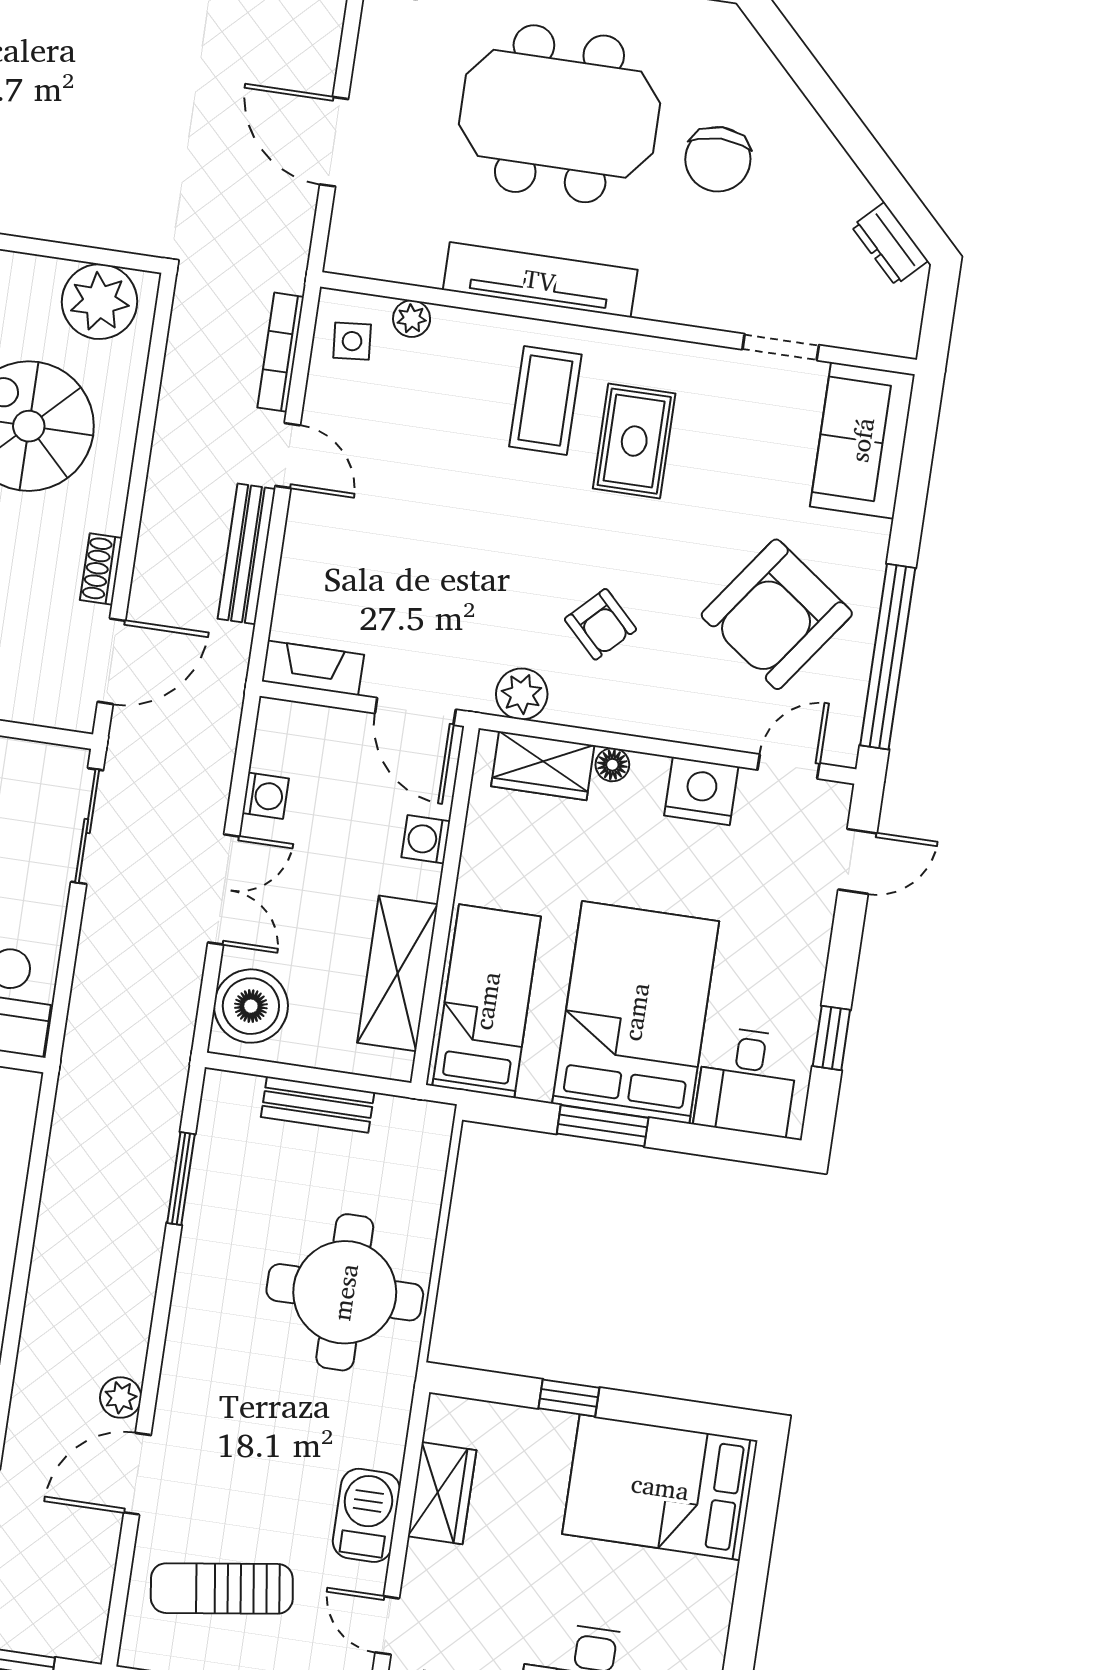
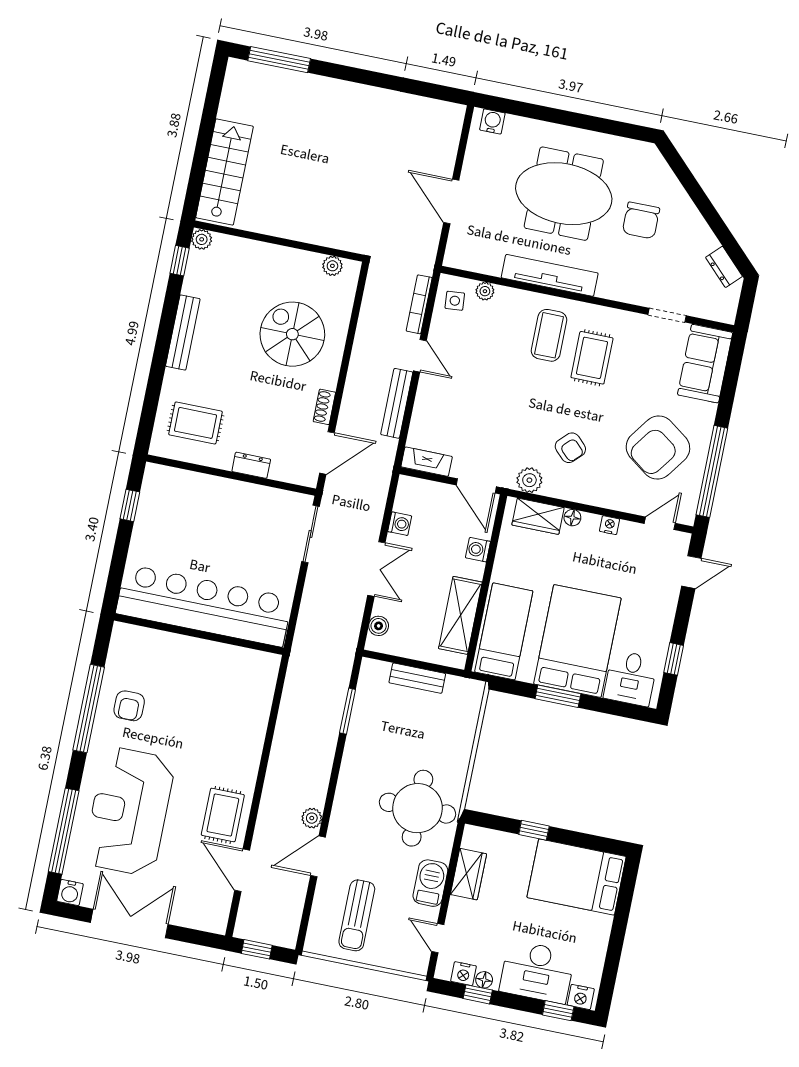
plant: (99, 302) -> (332, 266), width x0.53, depth x0.53
nightstand: (701, 791) -> (610, 525), width x0.53, depth x0.56
boiler: (251, 1006) -> (379, 626), width x0.54, depth x0.54
round table: (345, 1292) -> (418, 808), moved
sun lounger: (222, 1588) -> (357, 915), turned -82

